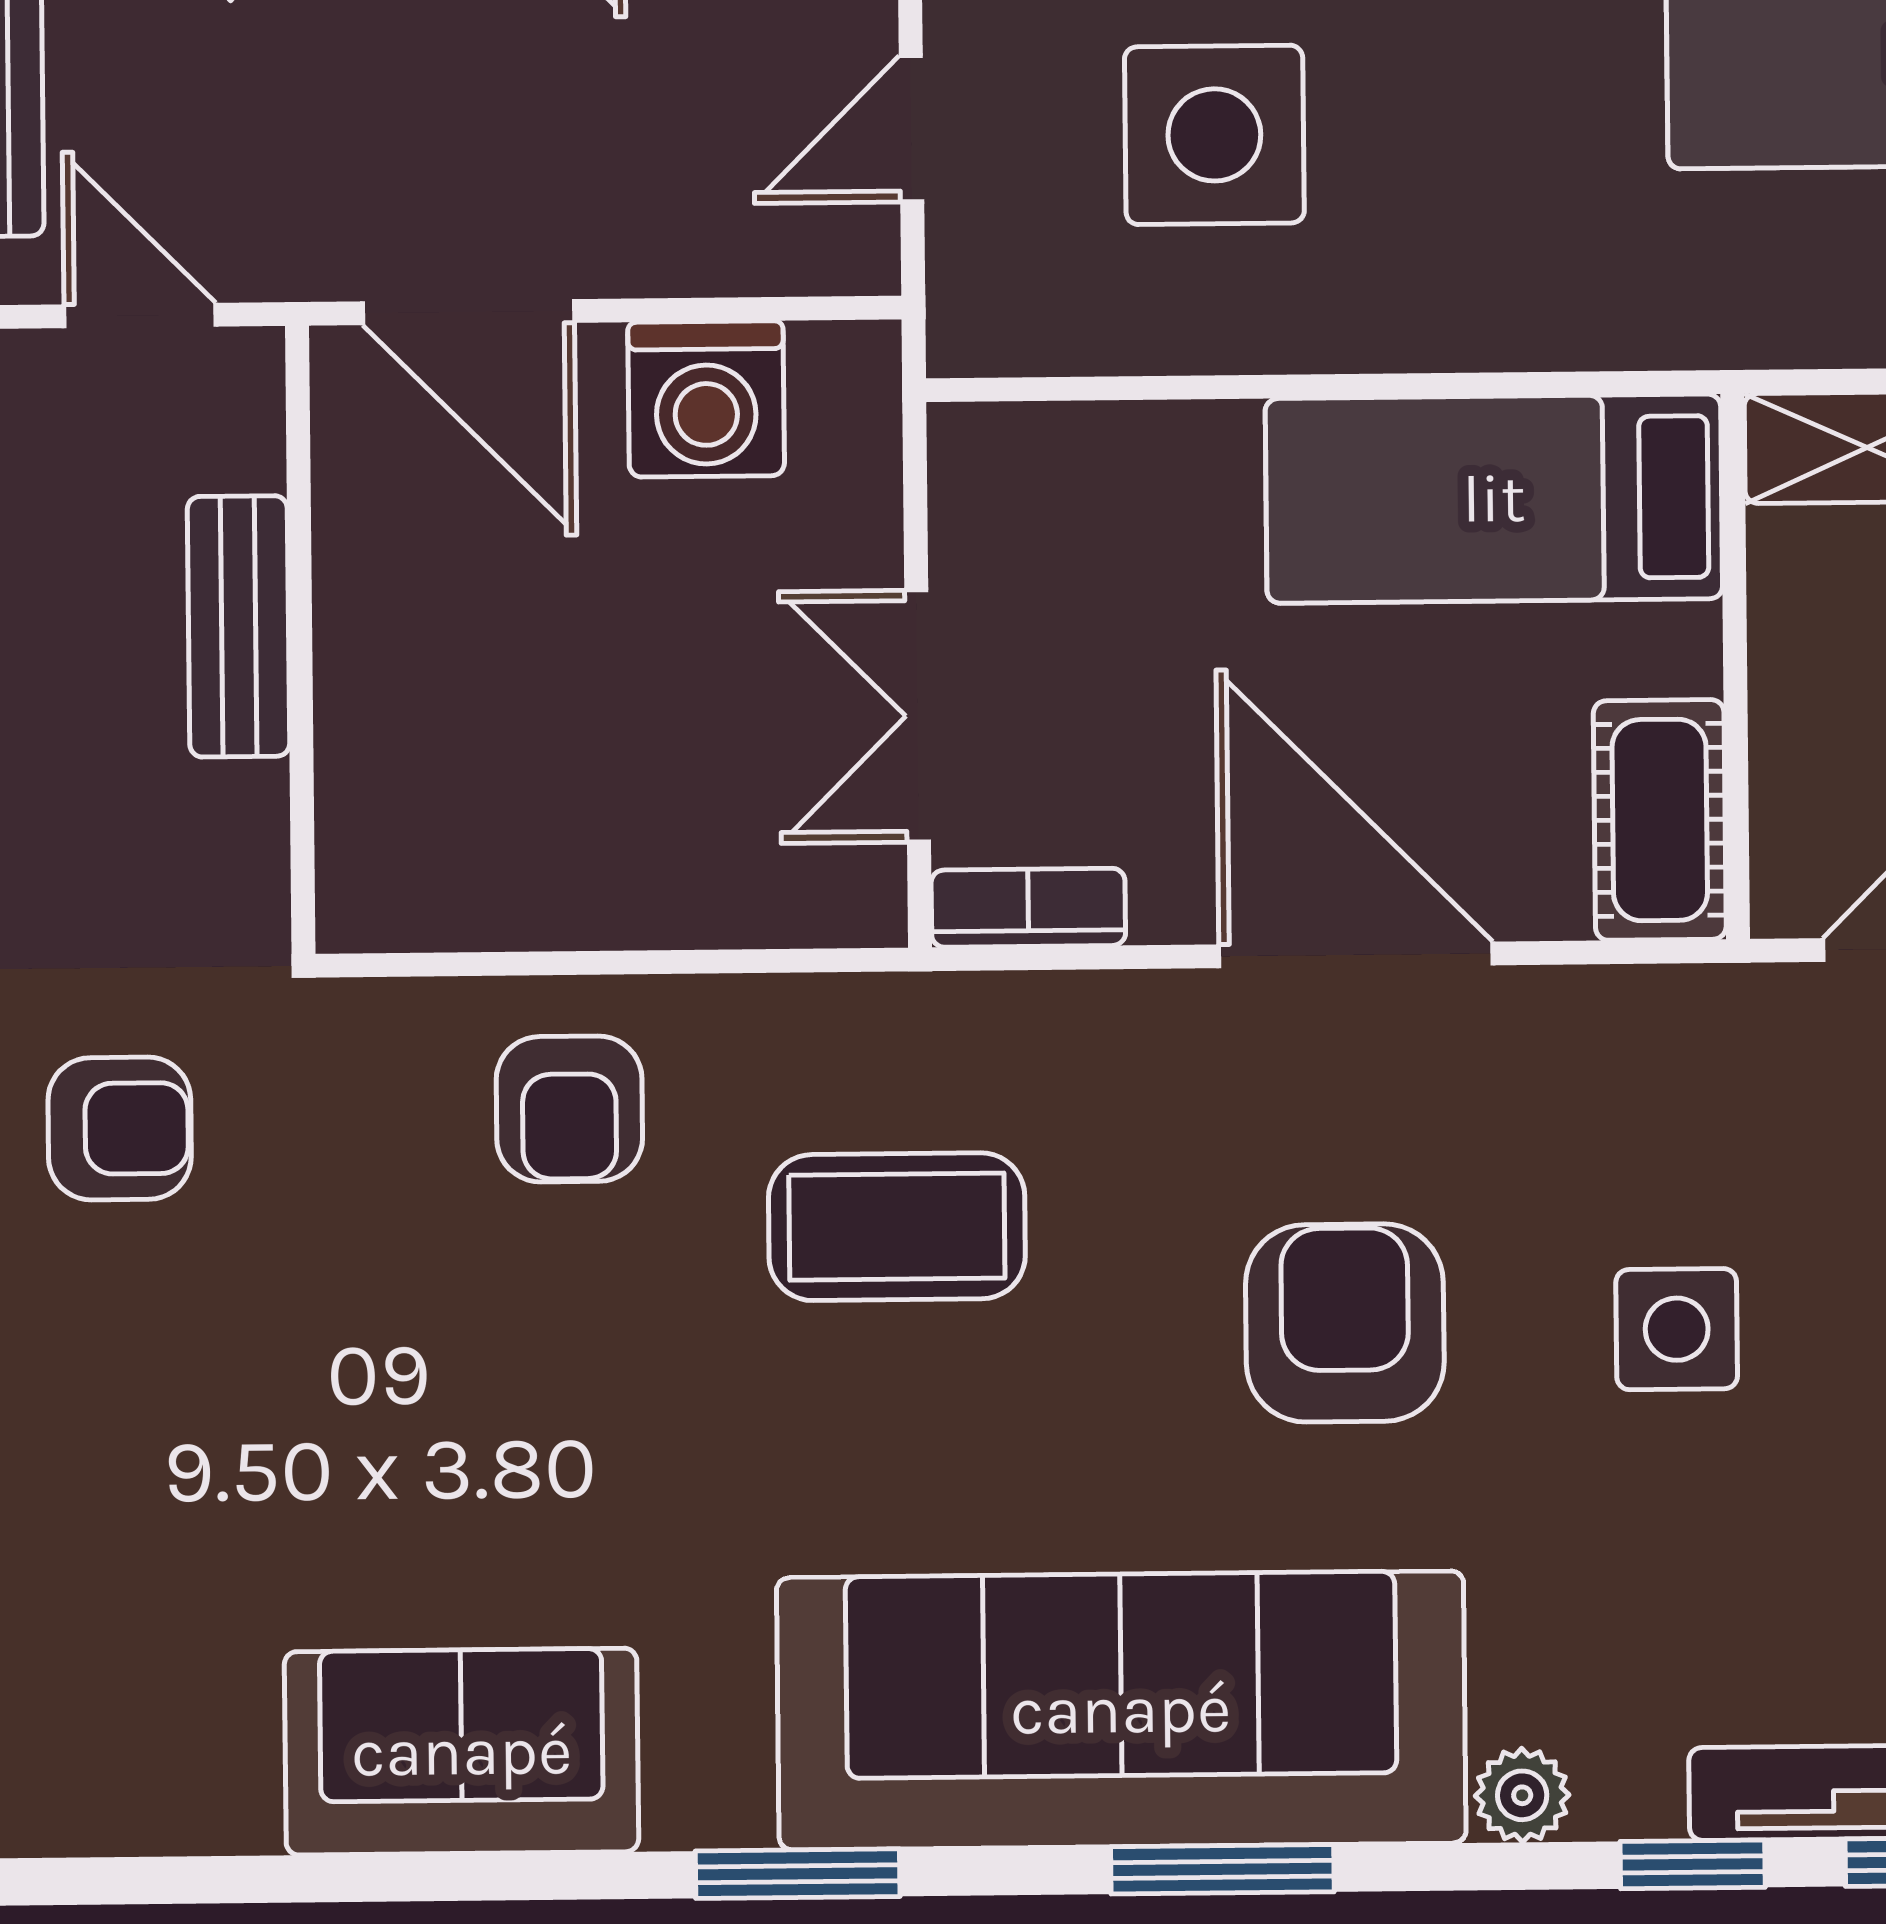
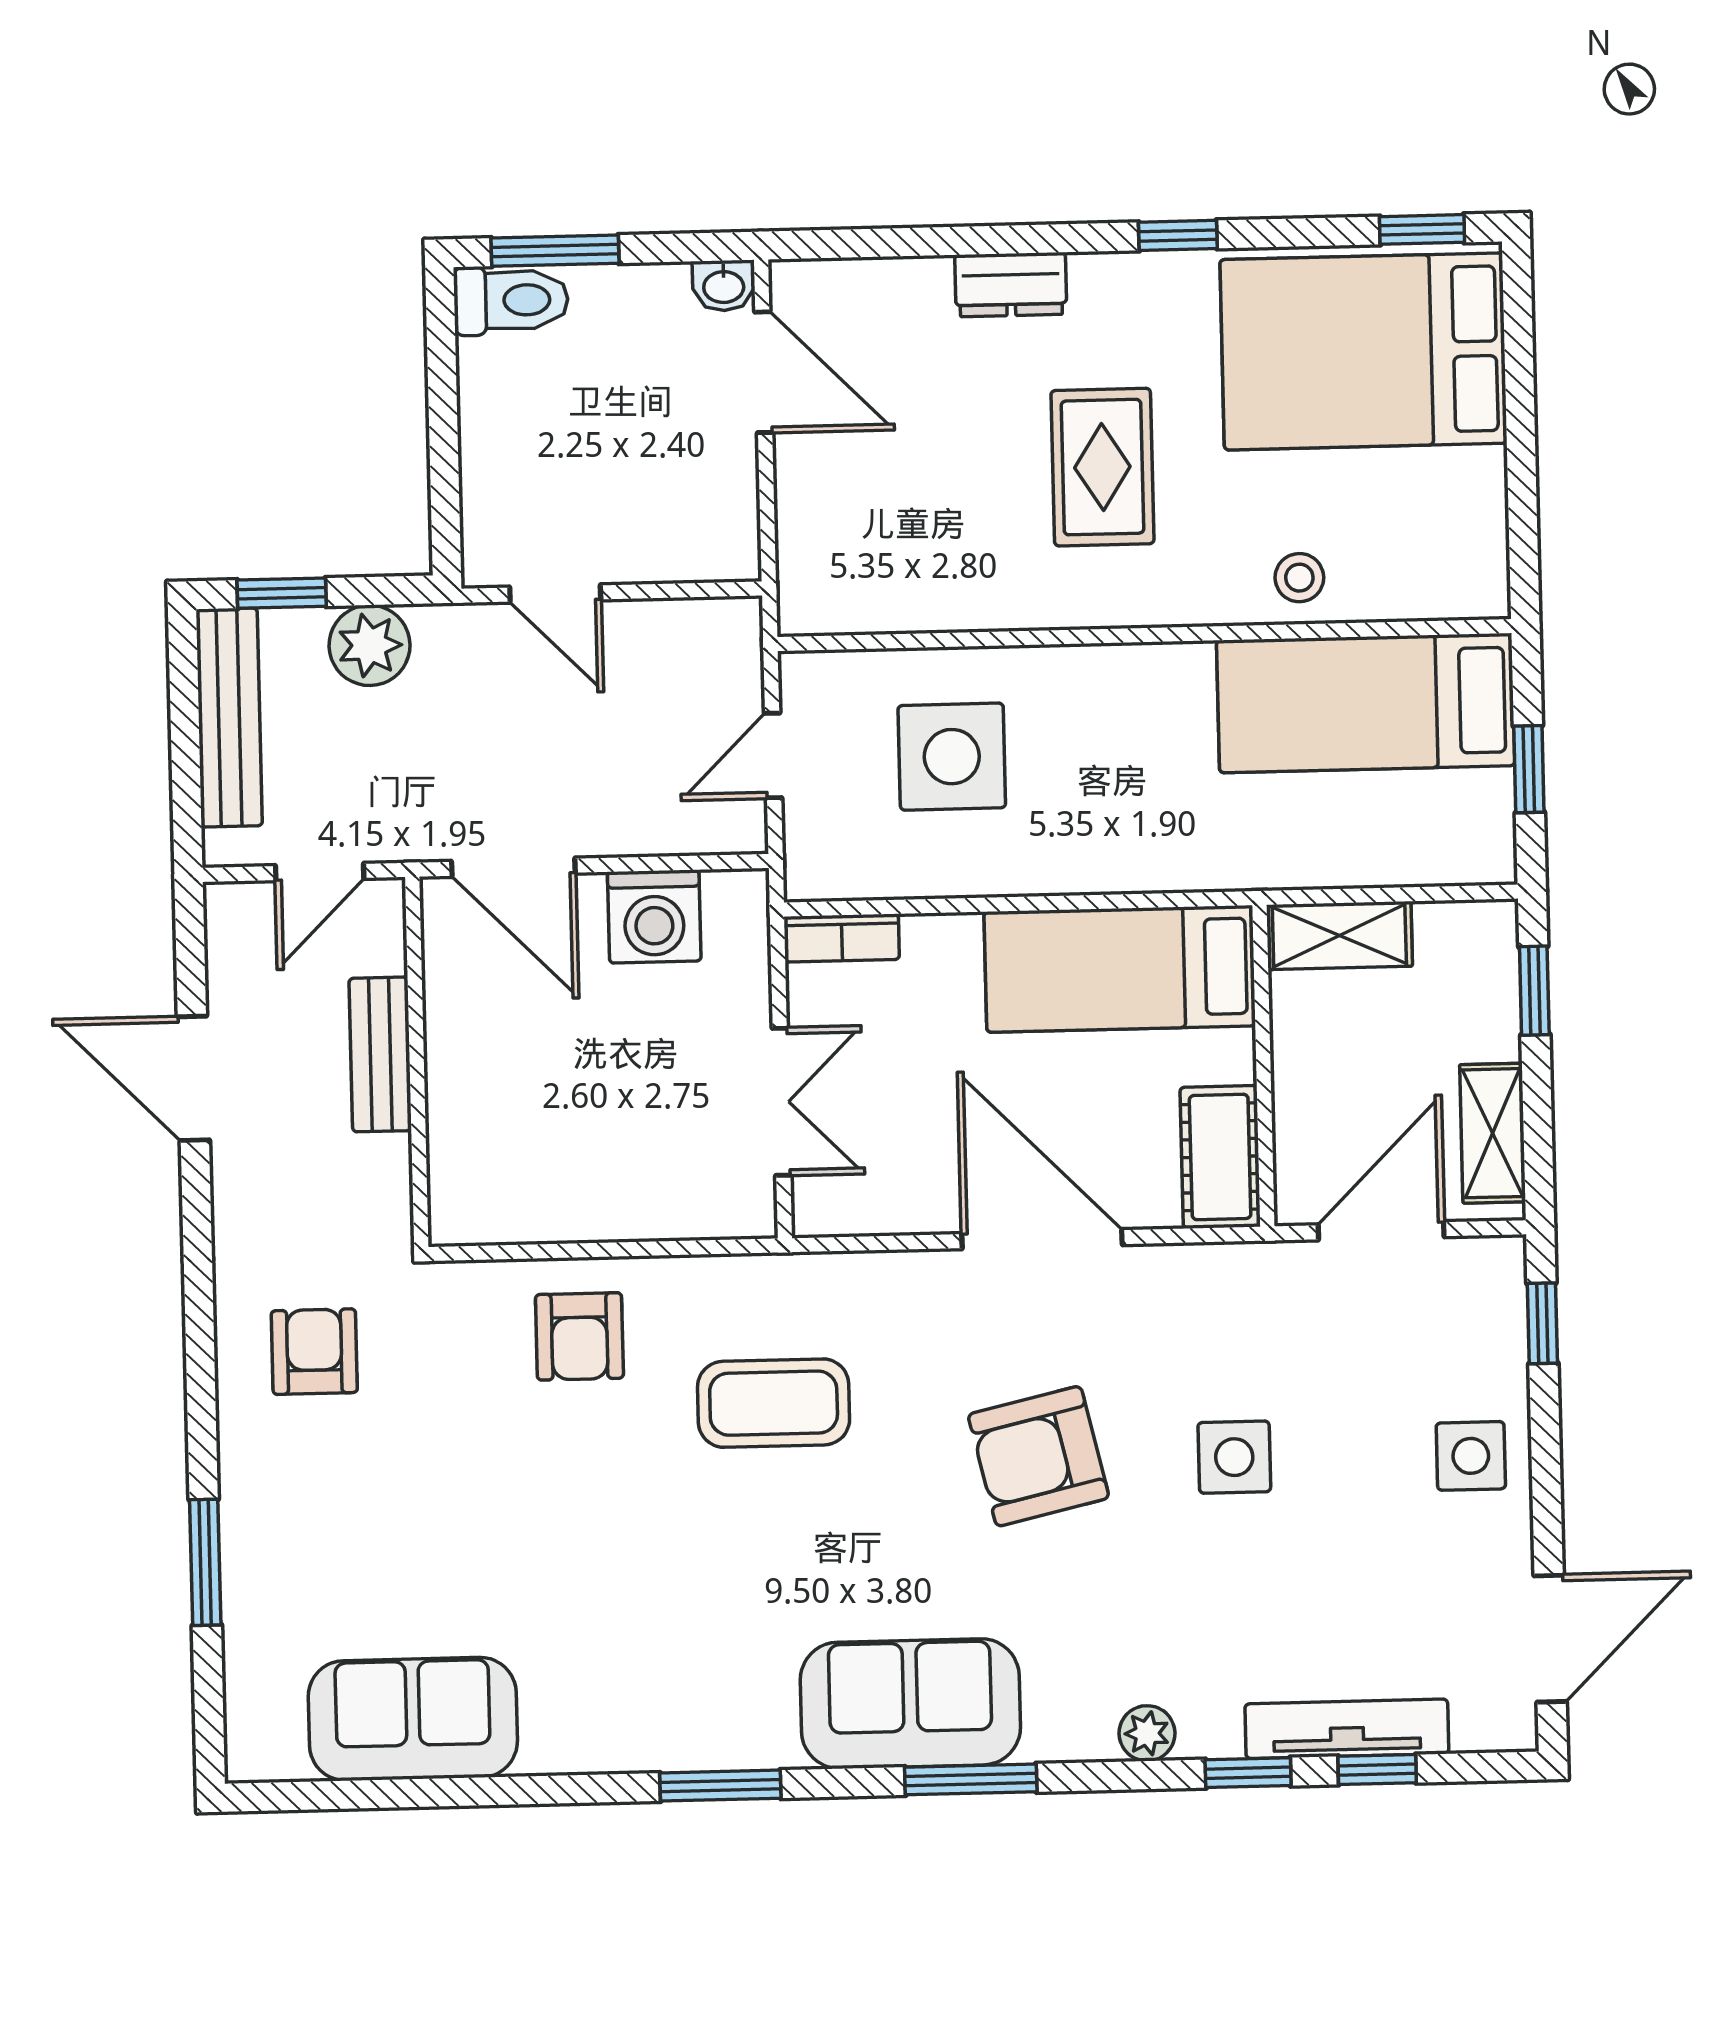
door: (140, 316) -> (320, 872), swing flipped
double door: (918, 716) -> (782, 1102), swing flipped
bookcase: (1028, 908) -> (842, 938), moved, turned 180
armchair: (120, 1129) -> (314, 1352), turned -90
armchair: (1345, 1323) -> (1039, 1456), turned -103
sofa: (1121, 1710) -> (910, 1704), width x0.54, depth x0.79
sofa: (462, 1752) -> (413, 1719), moved

